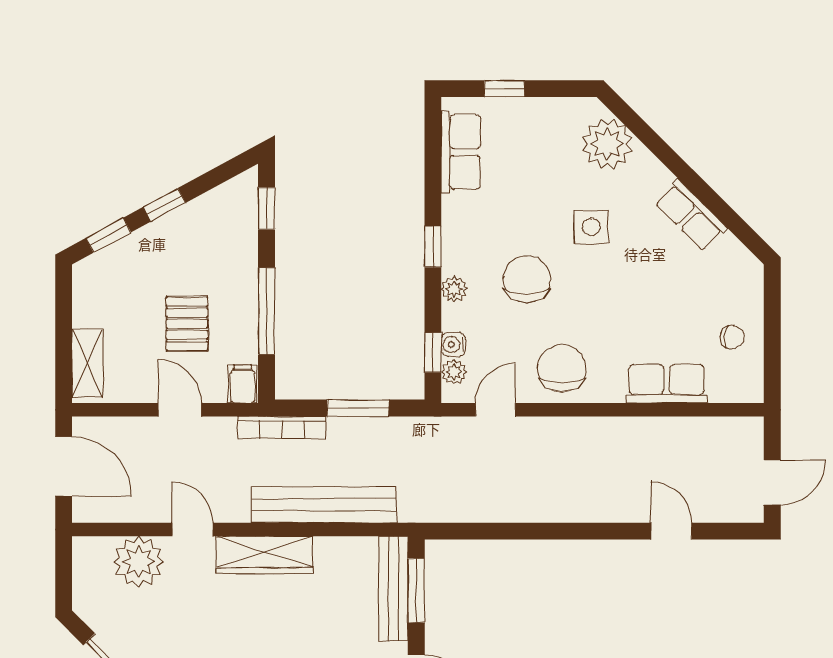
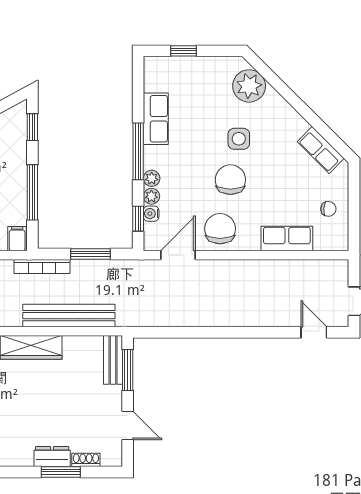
row of seats: (461, 152) -> (156, 119), moved
row of seats: (691, 215) -> (321, 150), moved
window: (433, 247) -> (138, 151), width x2.17
chair: (527, 279) -> (230, 180), moved
plant: (454, 372) -> (151, 196), moved
door: (495, 410) -> (178, 255), width x1.37
door: (671, 531) -> (314, 332), moved
bench: (393, 588) -> (113, 360), width x0.73

